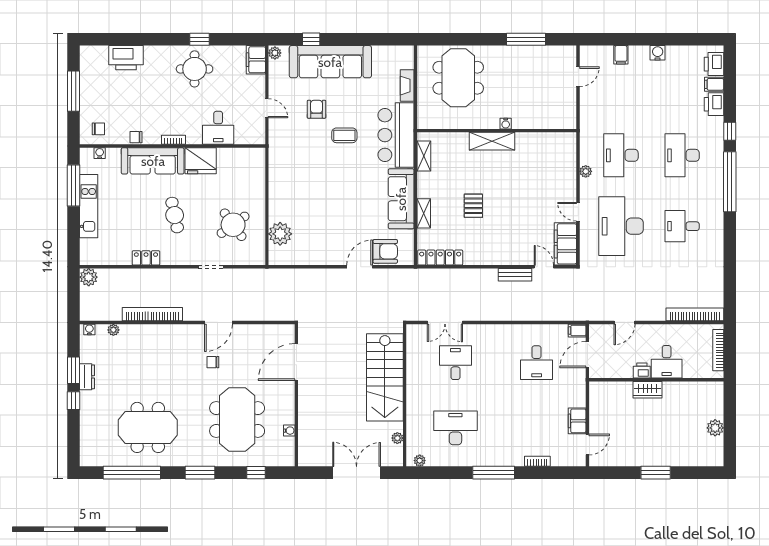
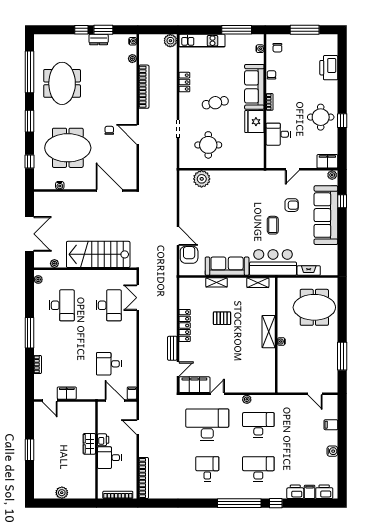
kitchen unit: (89, 206) -> (202, 41), moved
round table: (233, 225) -> (208, 145), turned 36
armchair: (385, 251) -> (189, 255), turned 180
locker: (440, 258) -> (185, 325), moved
desk: (455, 363) -> (109, 305), width x1.37

